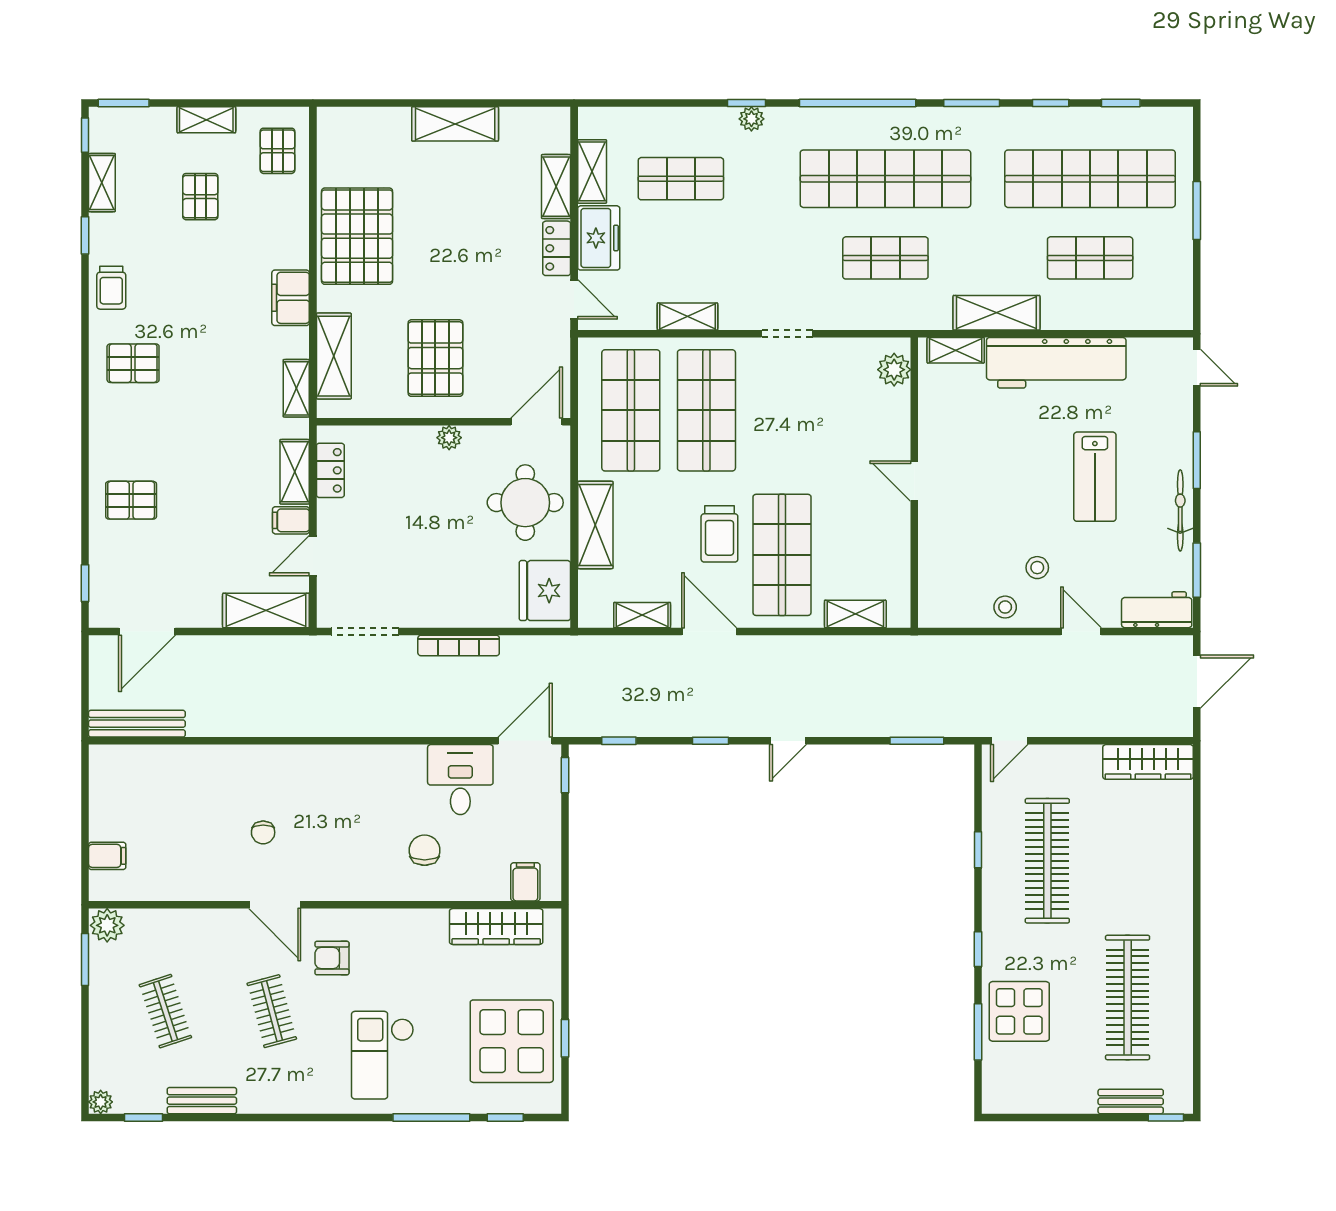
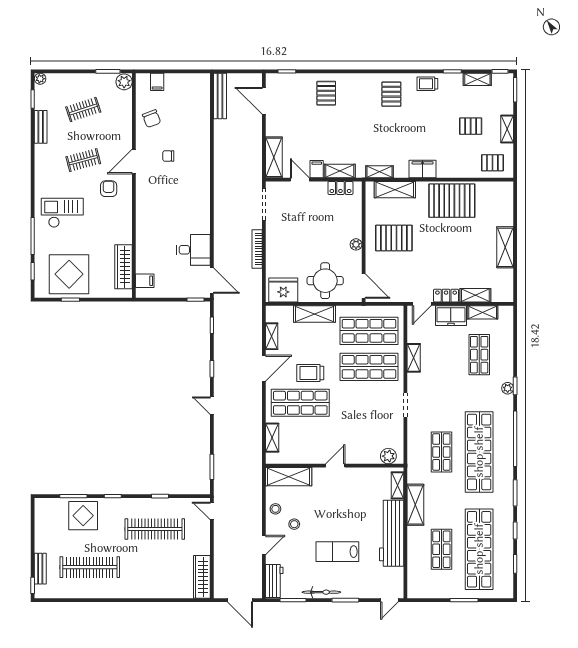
shelving: (937, 579) -> (289, 477), added
chair: (425, 850) -> (152, 119), moved, turned 69

